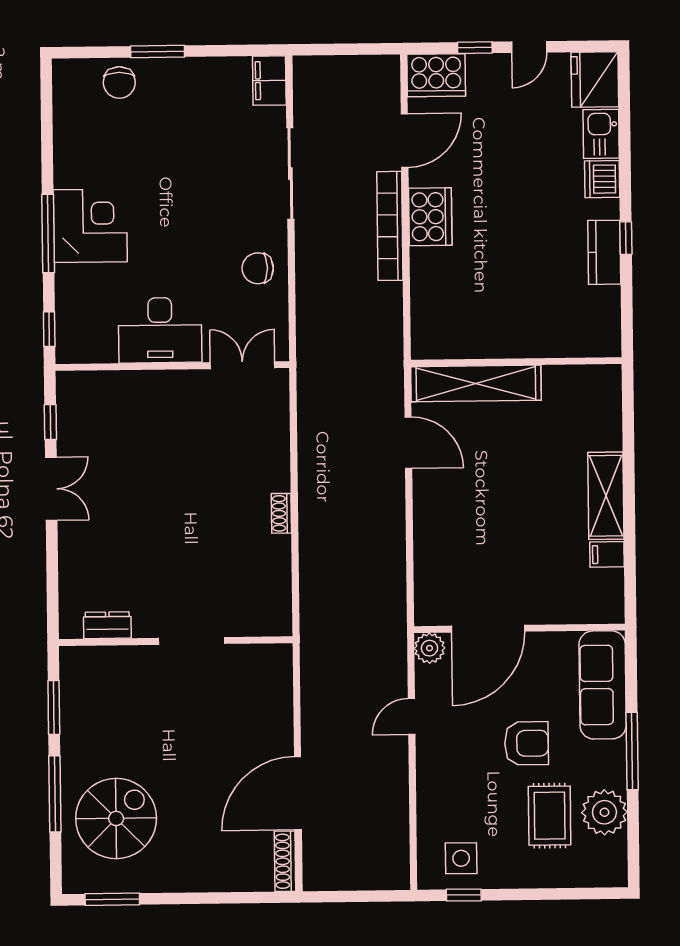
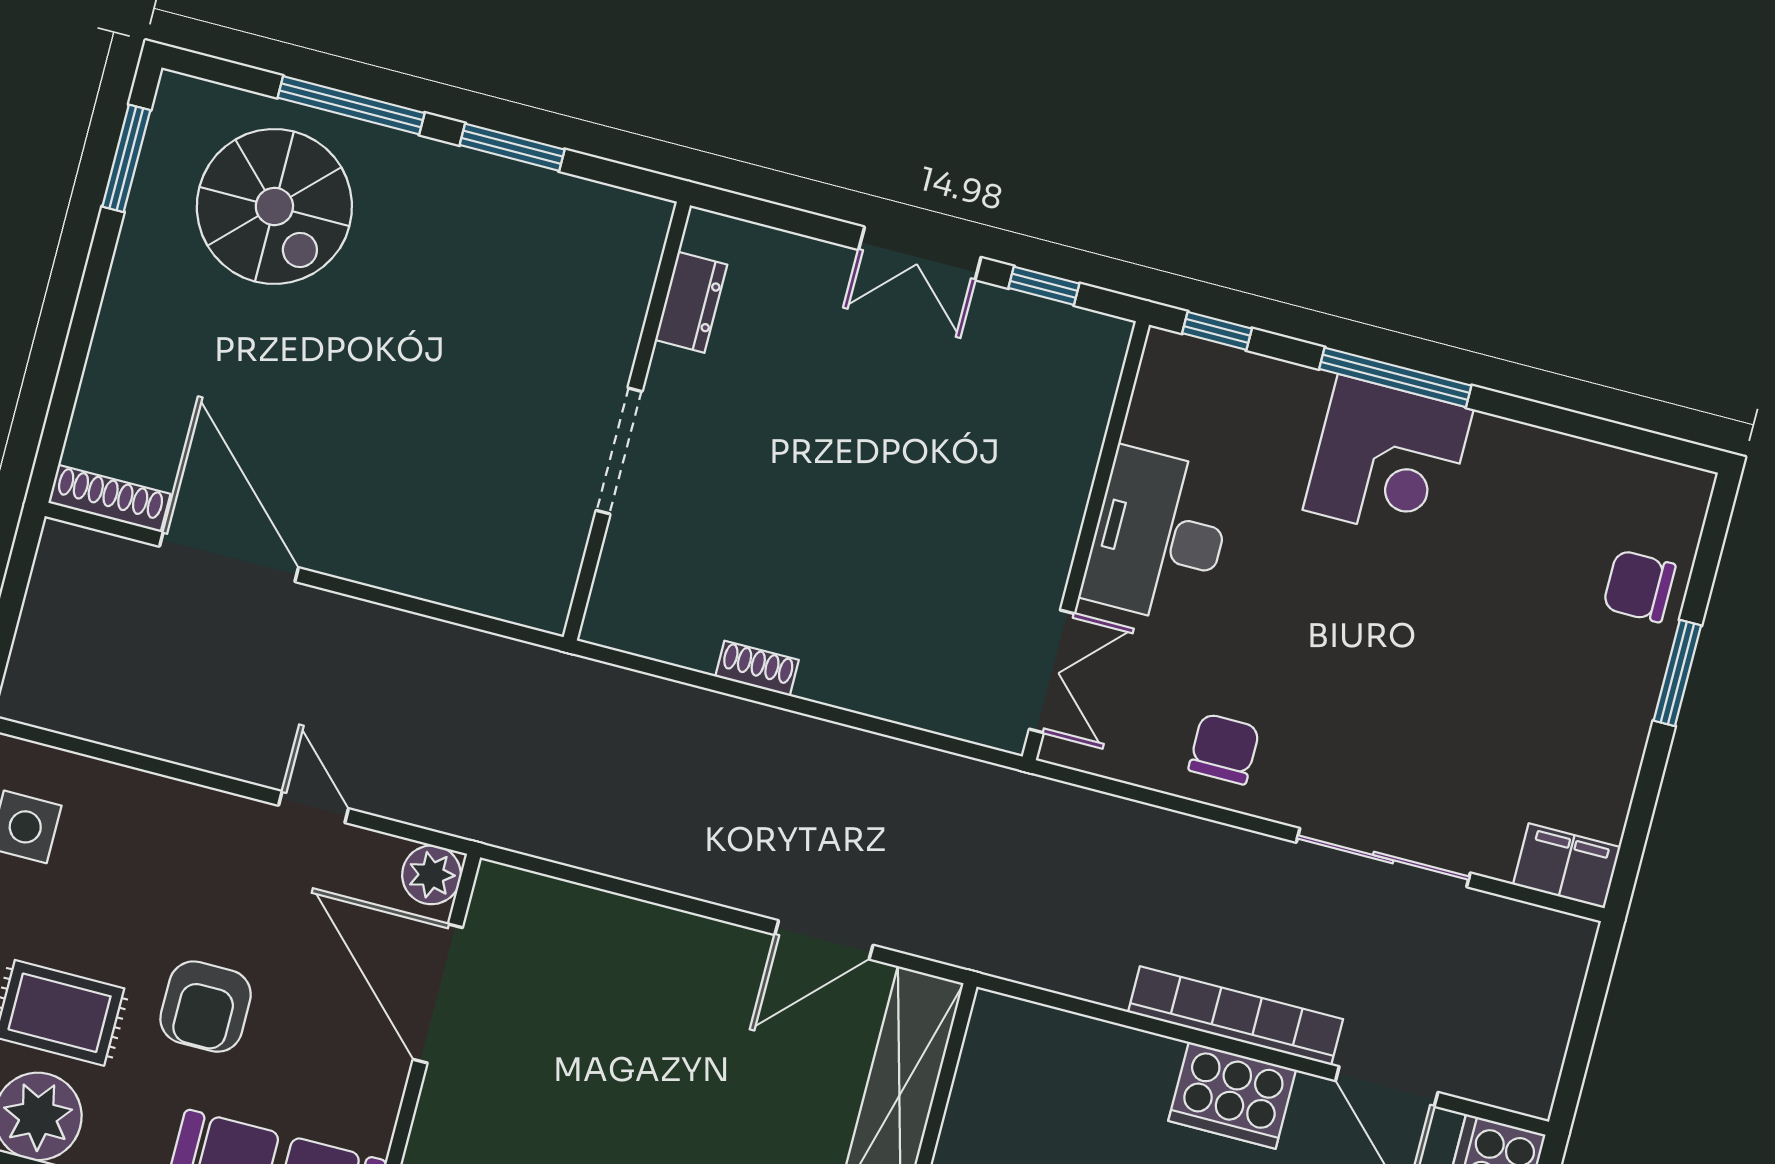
dresser: (107, 625) -> (691, 302), moved
wall: (176, 641) -> (627, 421), moved
doorway: (192, 641) -> (619, 451), moved

